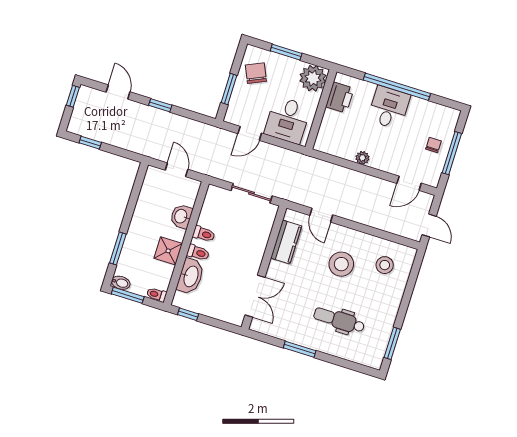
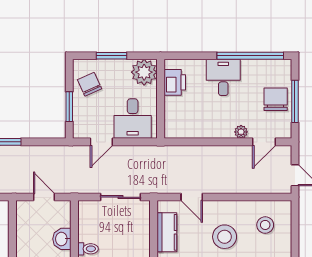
window: (397, 87) -> (250, 56), moved
chair: (433, 145) -> (276, 99), width x1.87, depth x1.87
plant: (362, 158) -> (241, 132), moved

